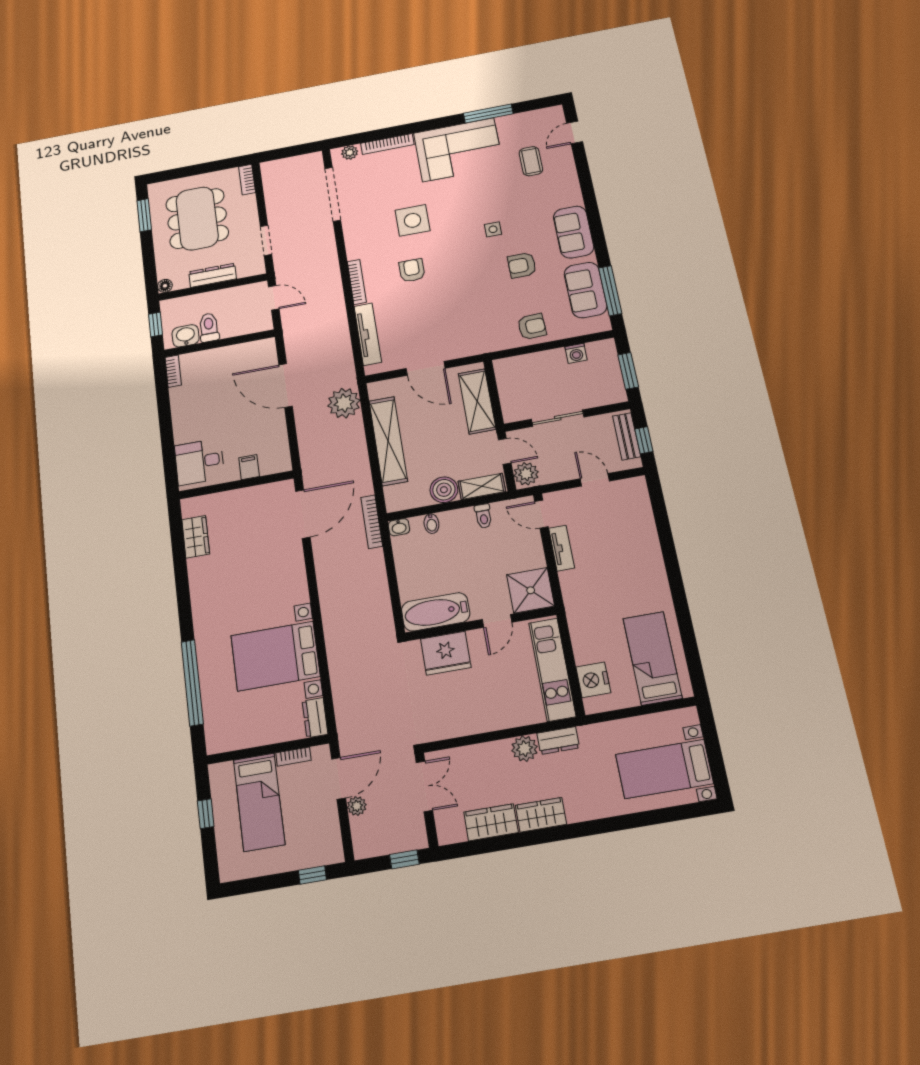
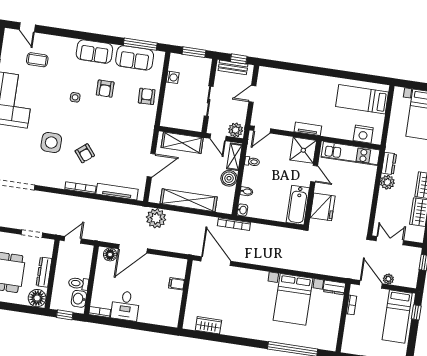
armchair: (412, 270) -> (85, 153), turned -129
floor lamp: (165, 286) -> (37, 298), width x1.89, depth x1.89
floor lamp: (267, 356) -> (110, 254), added
door: (505, 451) -> (218, 137), swing flipped
desk: (199, 462) -> (125, 306), moved
tv unit: (562, 548) -> (308, 129), moved
bed: (259, 802) -> (397, 317), moved, turned 90

